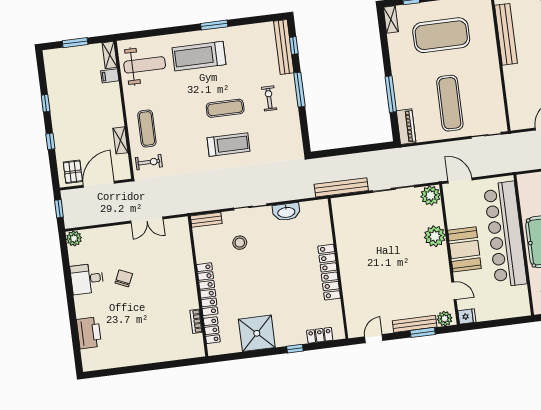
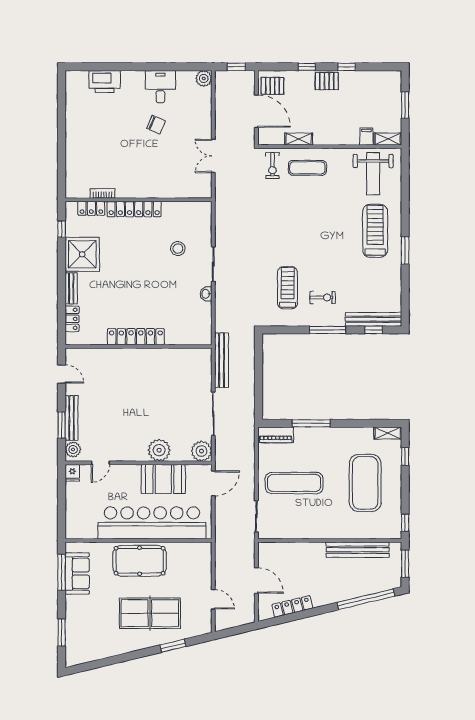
exercise mat: (225, 108) -> (318, 251), removed
pallet: (62, 120) -> (327, 81), added
treadmill: (229, 145) -> (288, 288), moved, turned 180
washbasin: (286, 212) -> (206, 294), width x0.52, depth x0.69
bench: (206, 220) -> (71, 288), moved
booth: (464, 249) -> (163, 479), moved
window: (295, 349) -> (62, 229), moved

